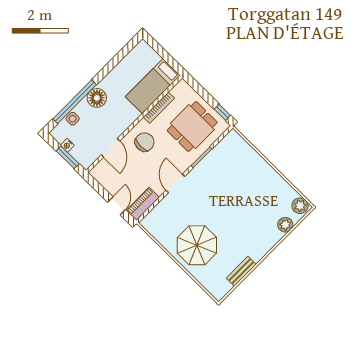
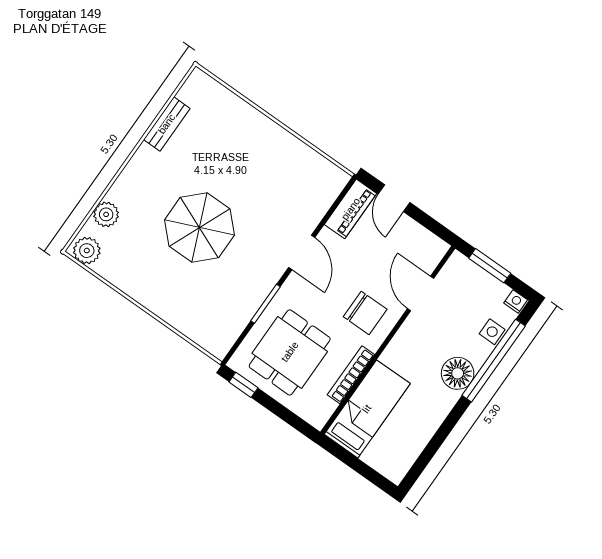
chair: (145, 142) -> (365, 313), turned -90
nightstand: (67, 145) -> (516, 301), moved
parasol: (197, 245) -> (199, 228), moved

